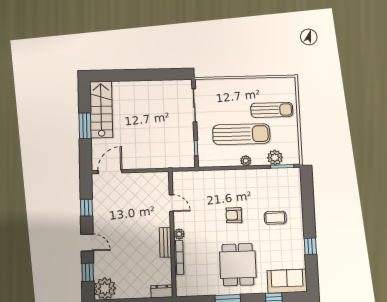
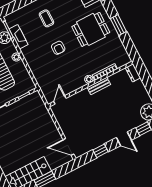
fireplace: (268, 175) -> (19, 37), added
door: (171, 203) -> (60, 100), moved
door: (87, 243) -> (124, 139), swing flipped

